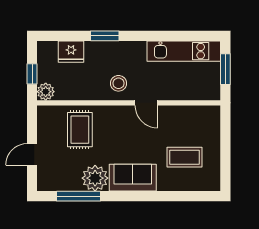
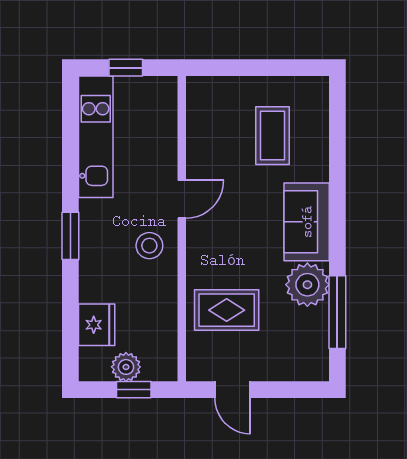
window: (105, 36) -> (70, 236), moved
window: (225, 69) -> (126, 68), width x0.67
plant: (46, 92) -> (126, 367), moved
door: (32, 154) -> (233, 390), moved

